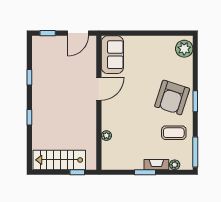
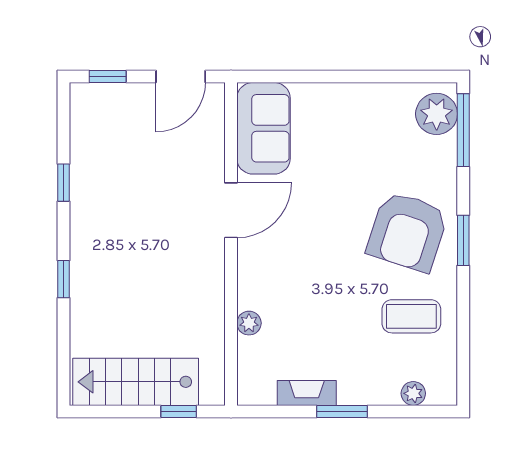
window: (195, 152) -> (463, 130), moved
fireplace: (156, 165) -> (307, 393), moved

